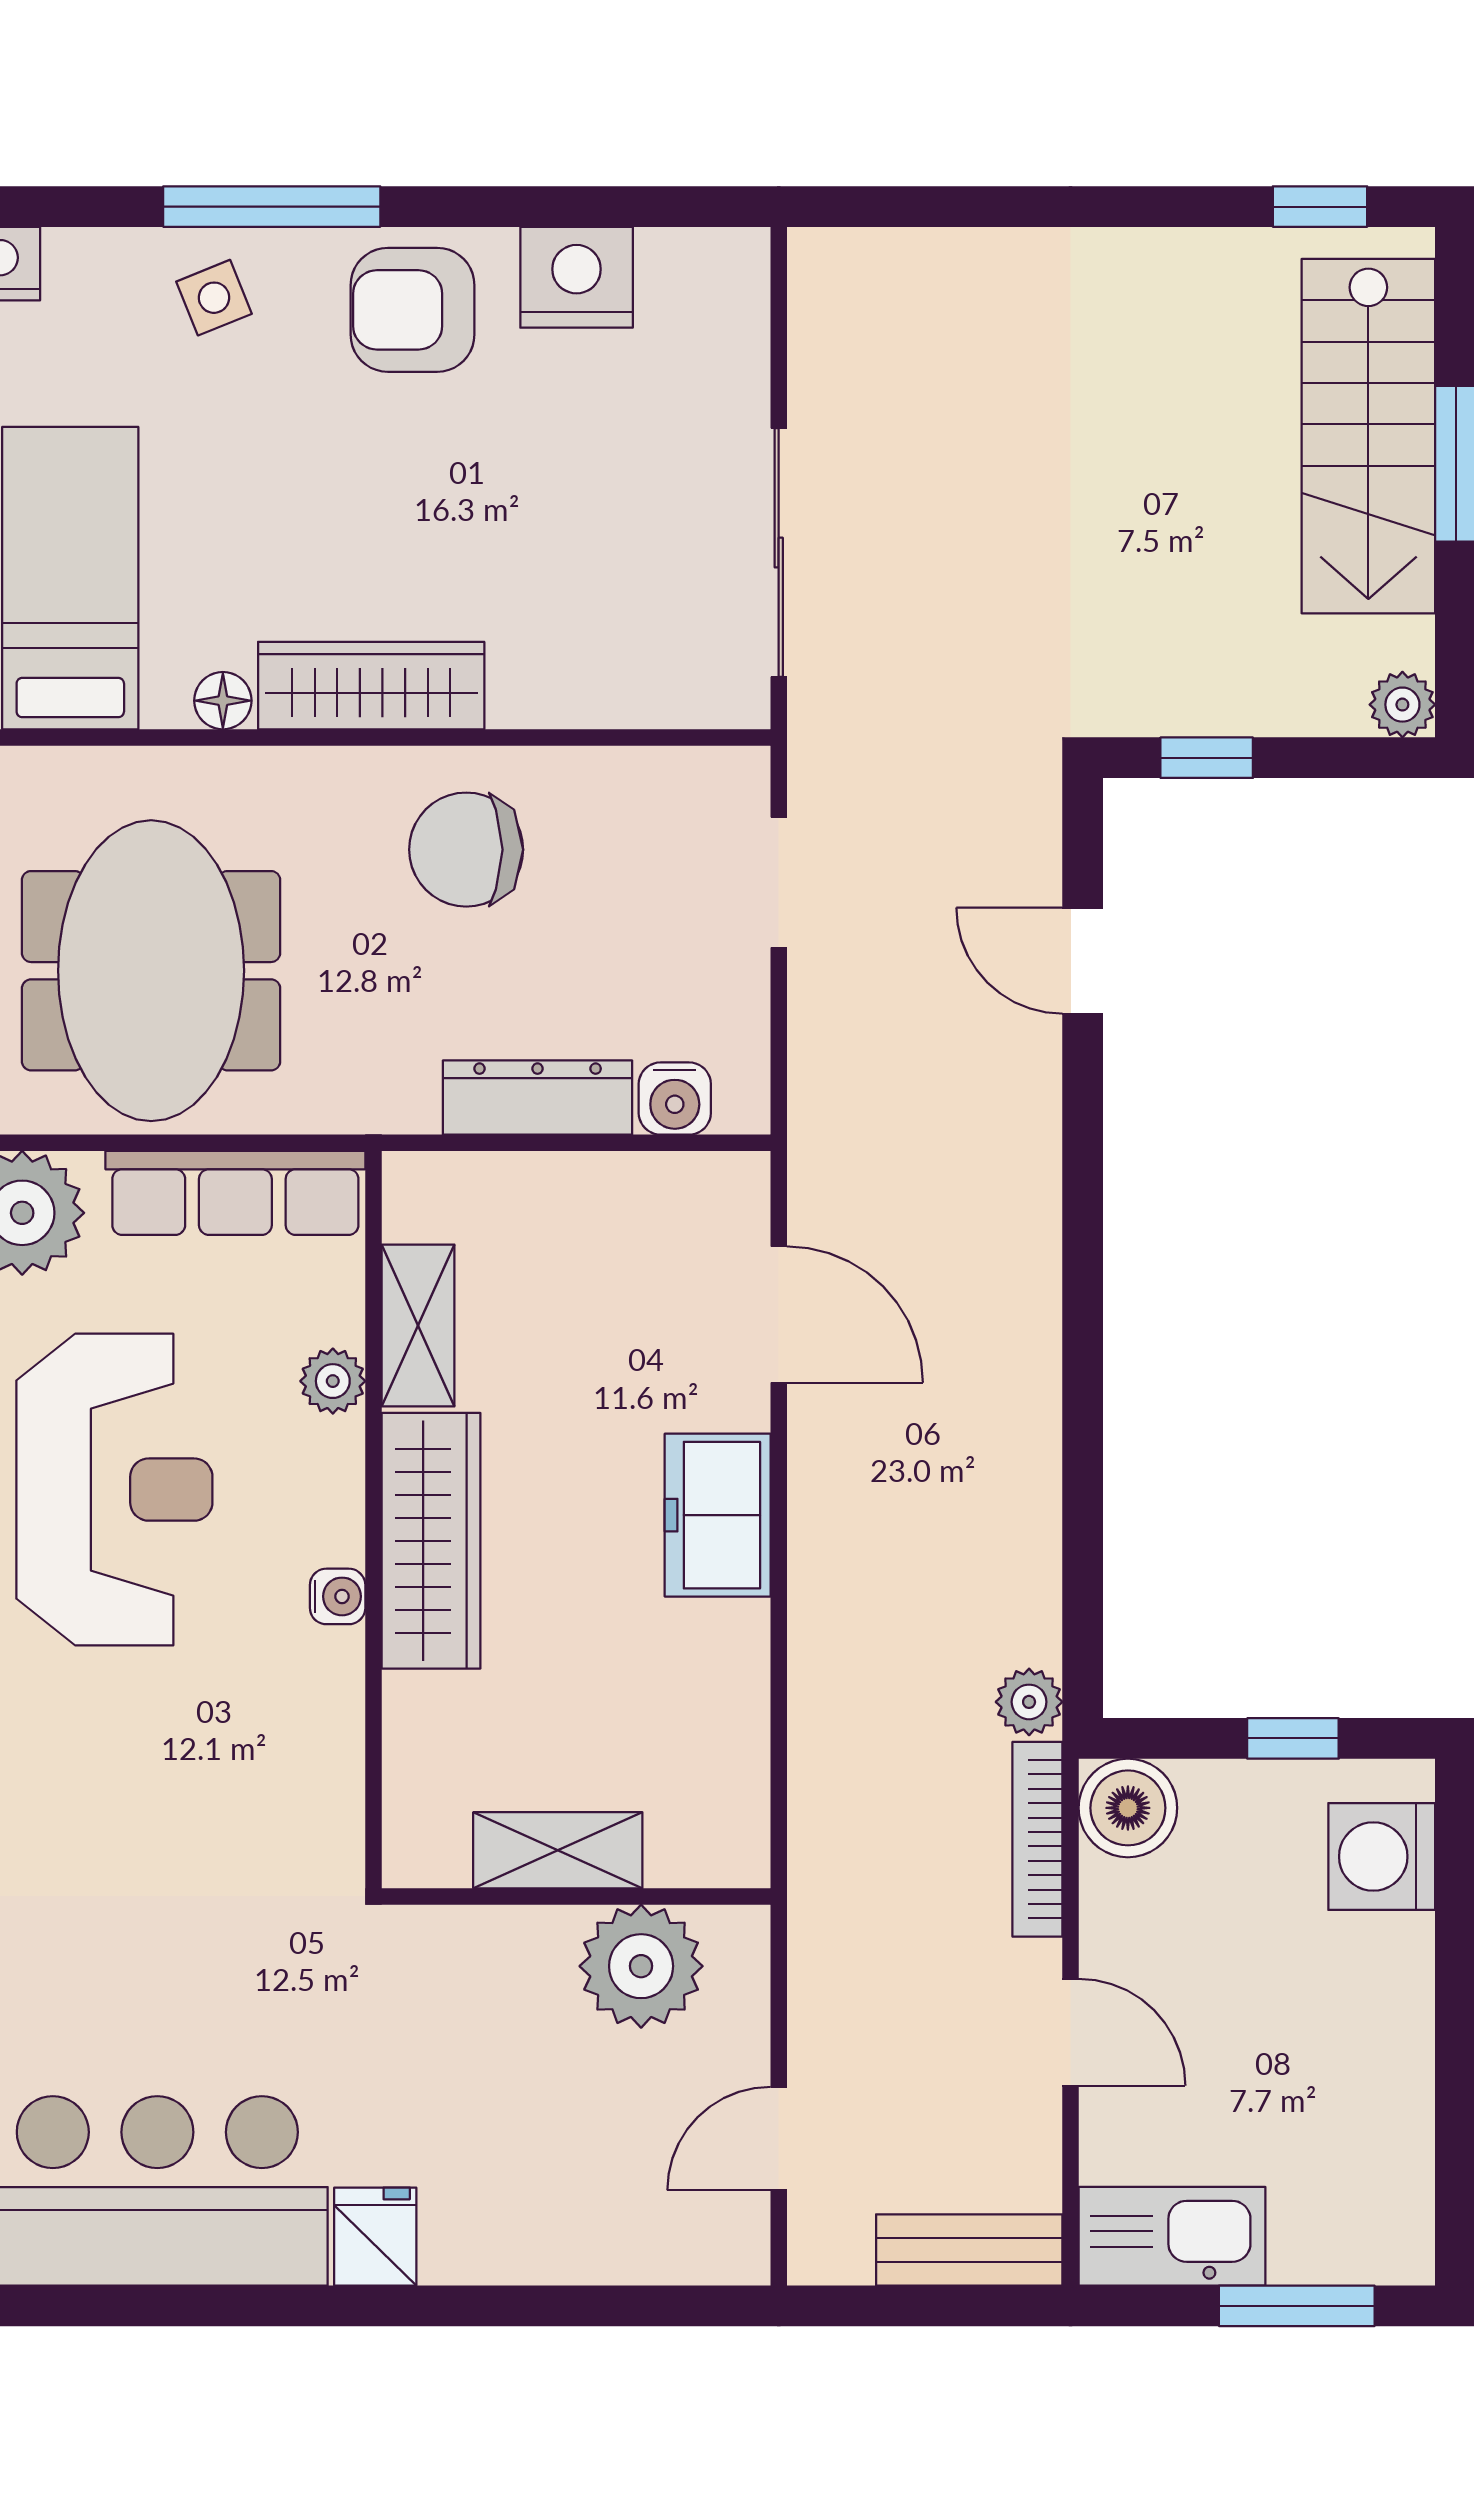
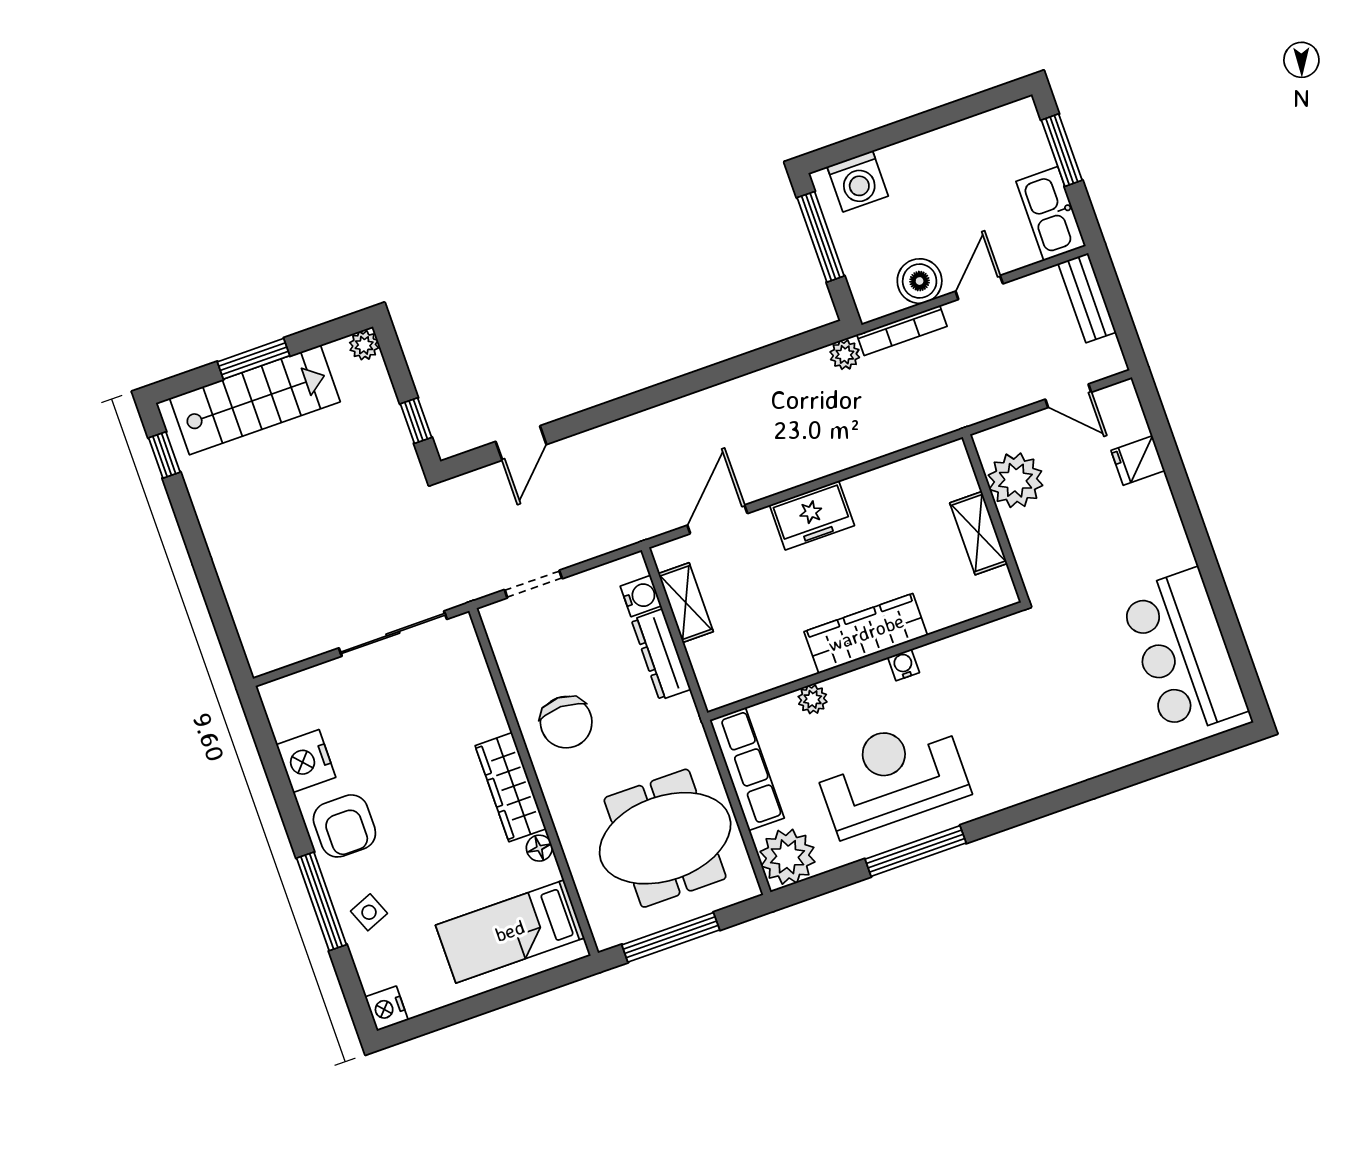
shelving: (418, 1325) -> (686, 603), moved, turned 90
window: (1293, 1738) -> (821, 237), width x2.17
boiler: (1128, 1808) -> (920, 281), moved
fridge: (375, 2237) -> (1138, 461), moved

